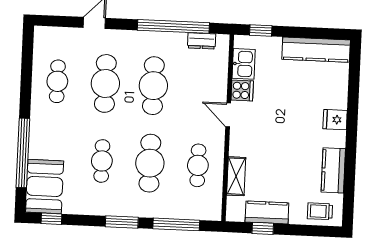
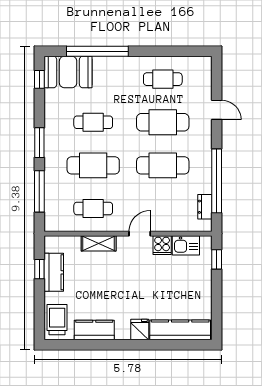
kitchen counter: (316, 50) -> (180, 330), moved, turned 90
shelving: (236, 176) -> (99, 243), moved
trolley: (320, 211) -> (57, 320), width x1.36, depth x1.39

